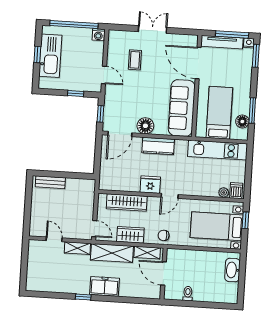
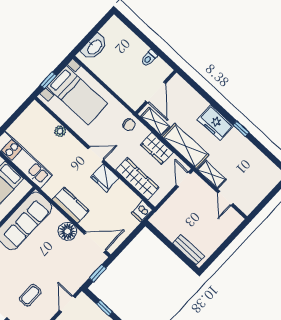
dishwasher: (236, 191) -> (142, 211), moved
plant: (224, 192) -> (60, 131), moved

